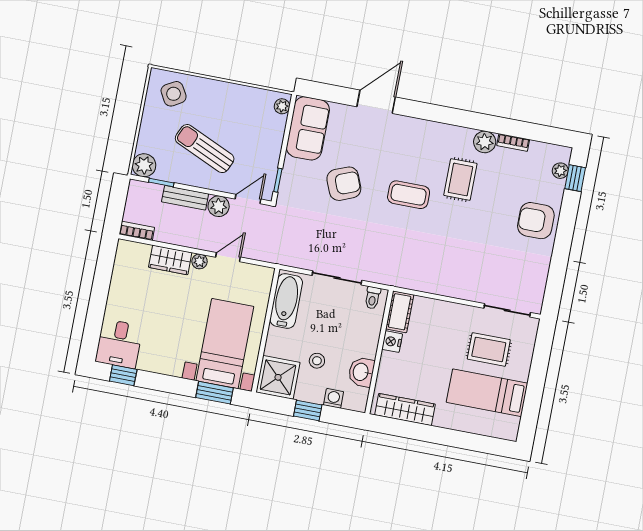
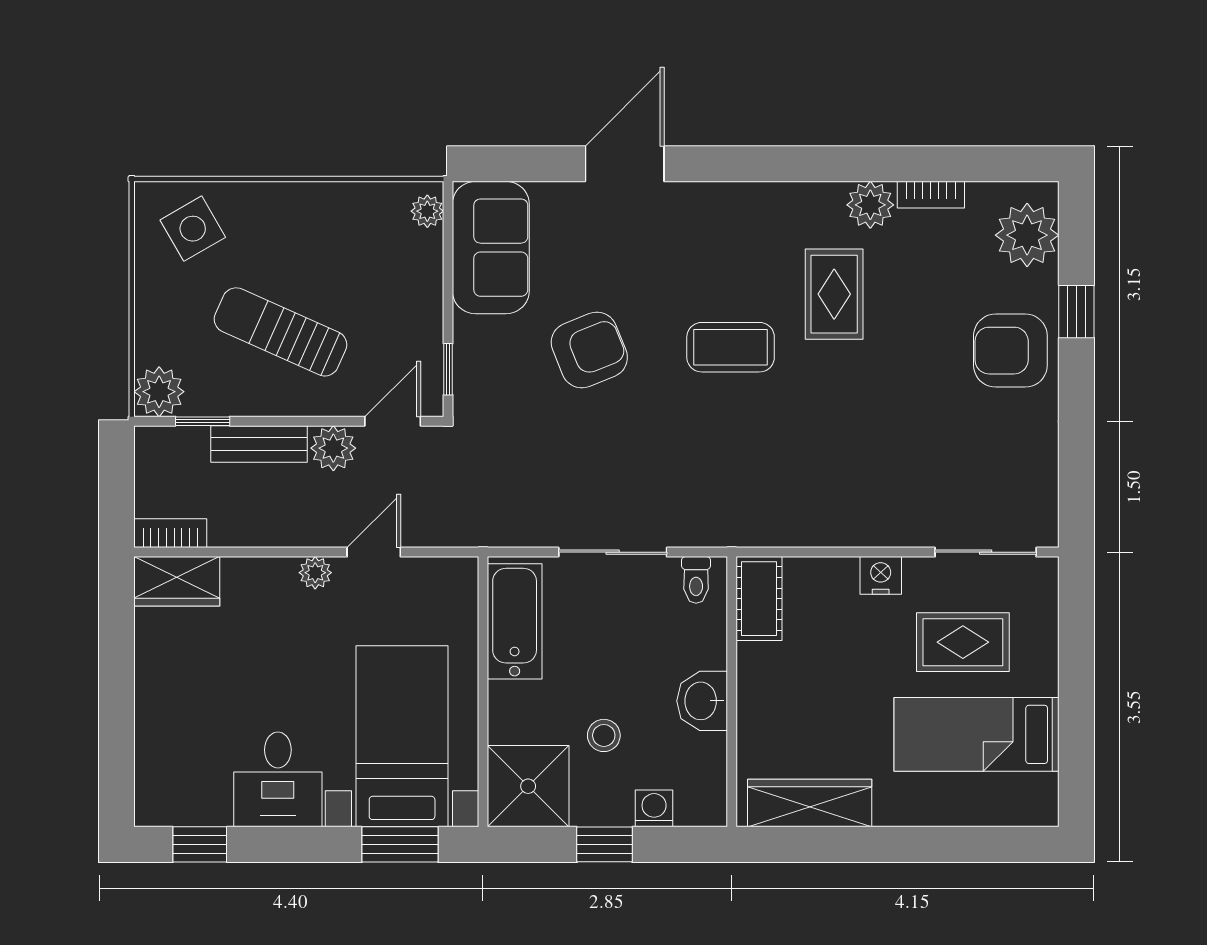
plant: (560, 171) -> (1027, 235), width x1.87, depth x1.87
window: (575, 178) -> (1076, 312), moved
wardrobe: (170, 260) -> (177, 581), moved
nightstand: (392, 342) -> (881, 575), moved, turned 90
desk: (119, 344) -> (278, 779), moved
washbasin: (361, 372) -> (702, 701), moved

